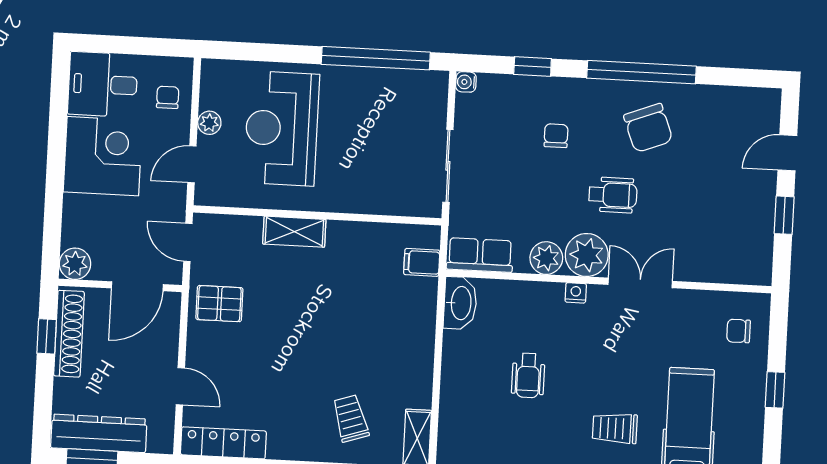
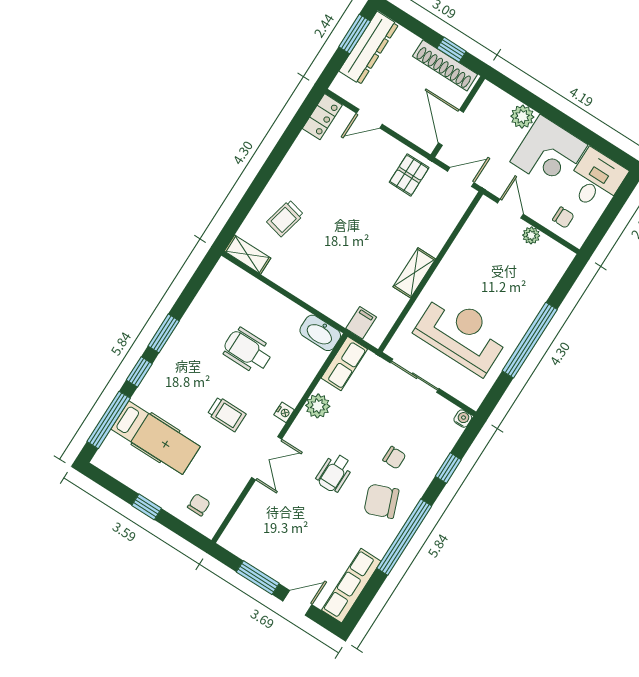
window: (376, 58) -> (530, 340), moved
row of seats: (732, 102) -> (351, 586), added
reception desk: (282, 128) -> (462, 333), moved
chair: (648, 128) -> (381, 501), moved
door: (787, 153) -> (297, 603), hinge flipped
window: (784, 215) -> (258, 578), width x1.50
shelving: (294, 232) -> (414, 273), moved
plant: (587, 255) -> (305, 434), removed
plant: (75, 264) -> (522, 117), moved
wheelchair: (528, 375) -> (248, 351), width x1.36, depth x1.37
trolley: (351, 418) -> (285, 218), turned 121
trolley: (615, 428) -> (227, 414), moved, turned 90
locker: (223, 443) -> (322, 117), width x0.66

